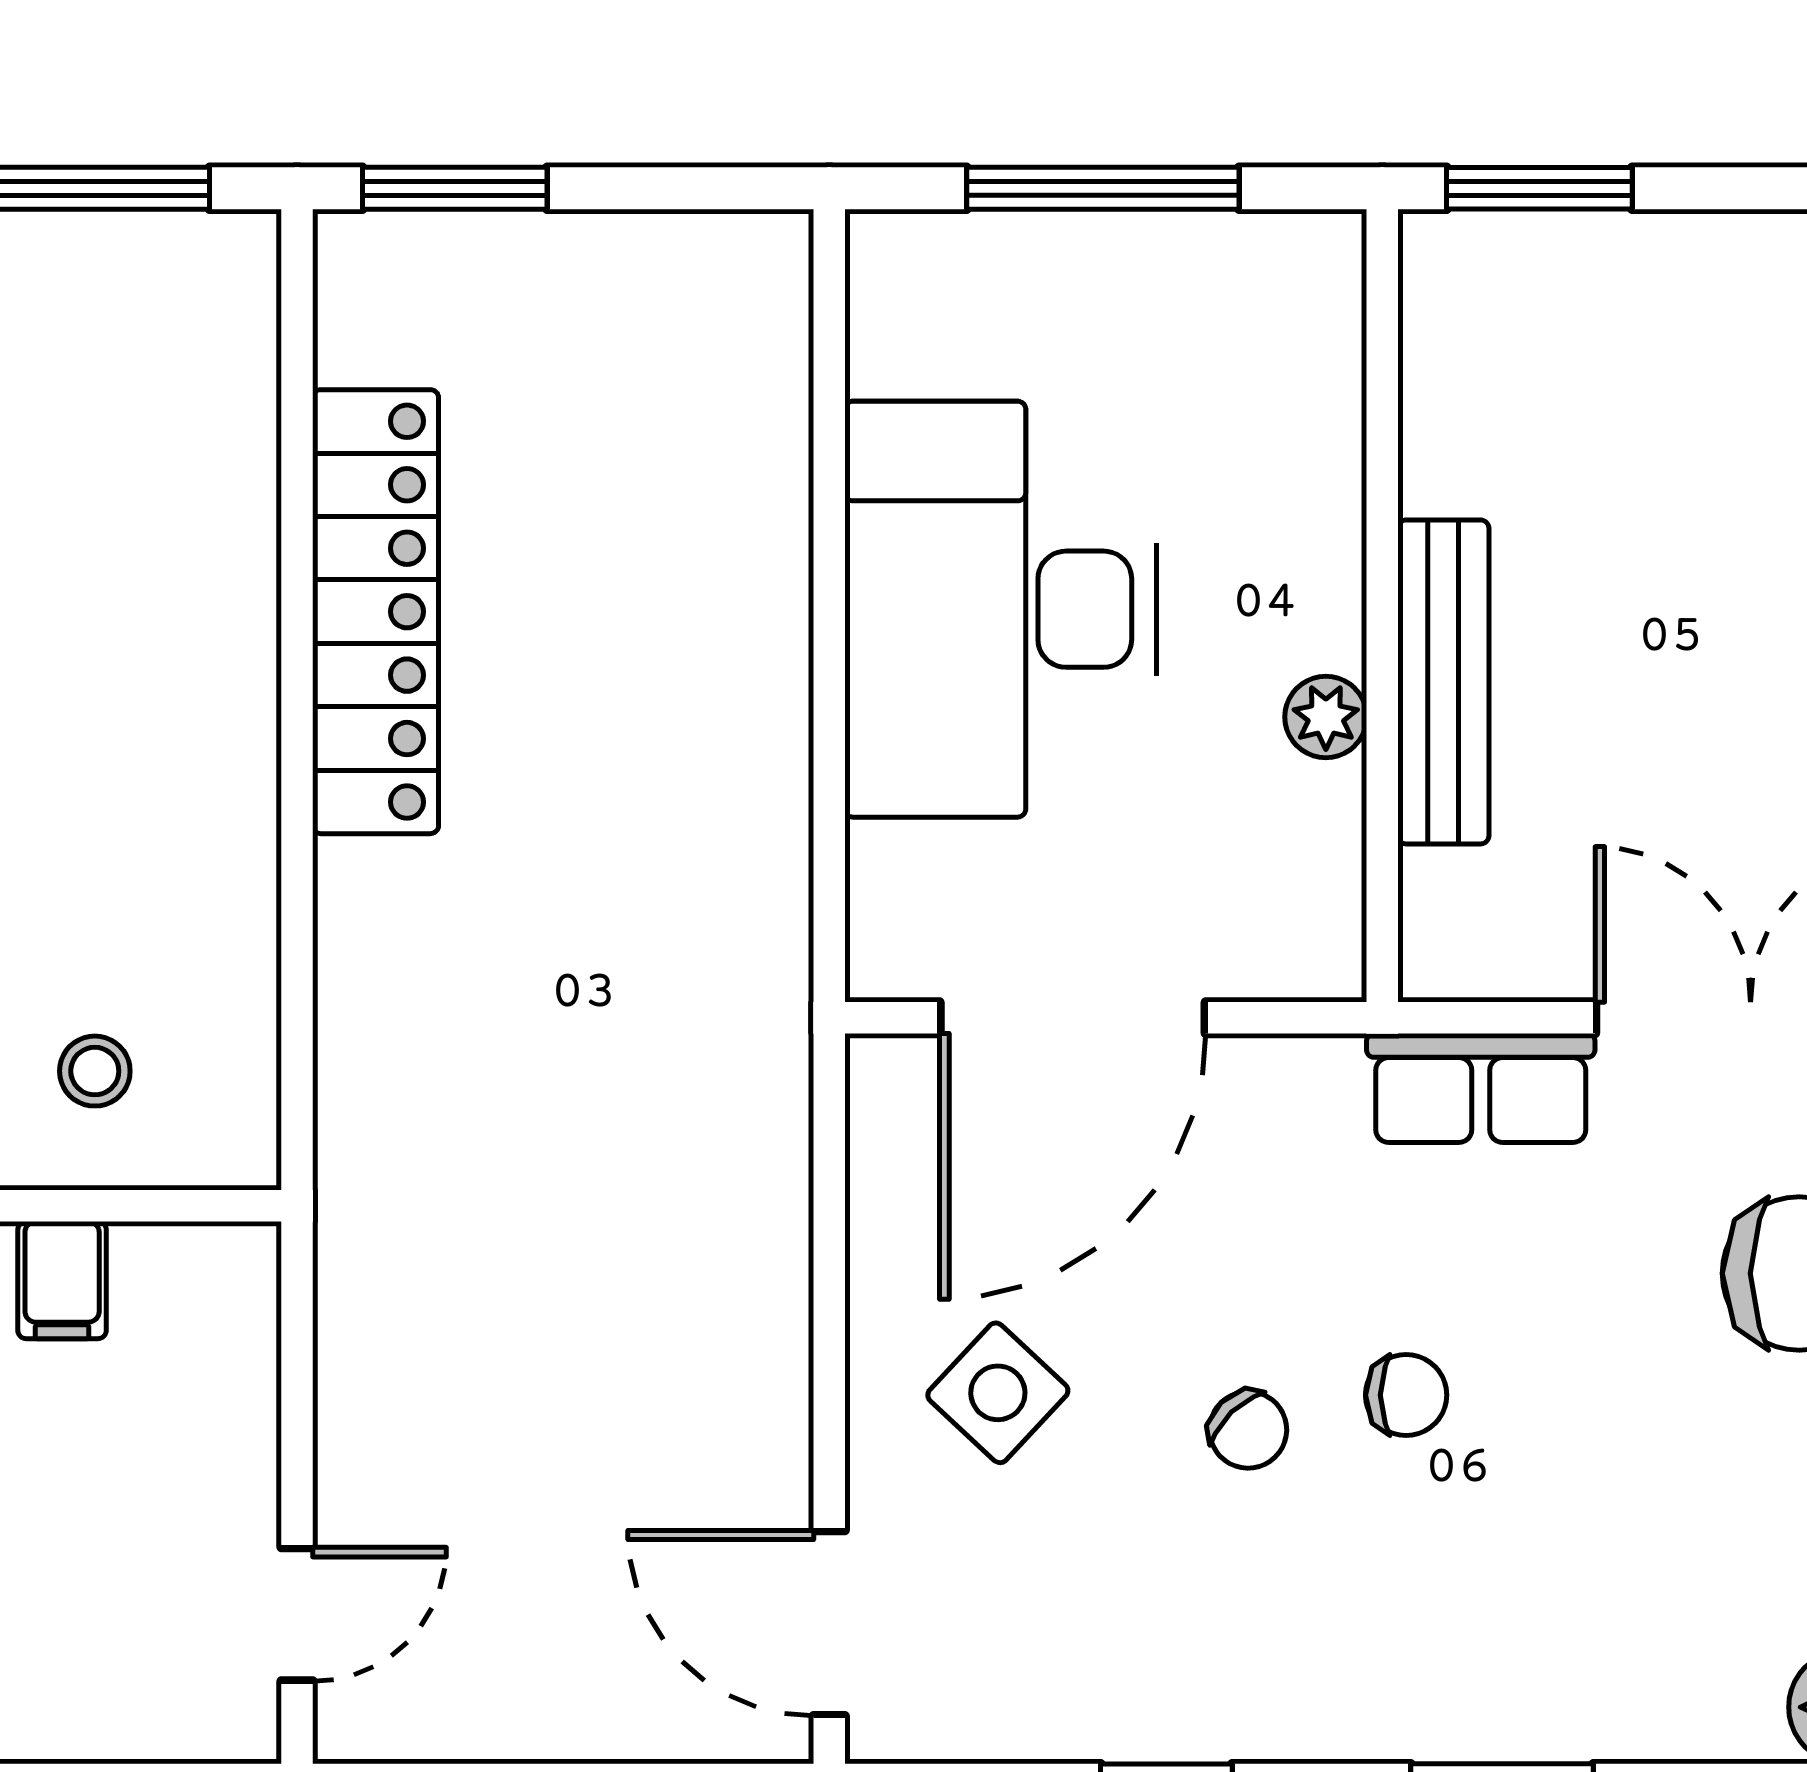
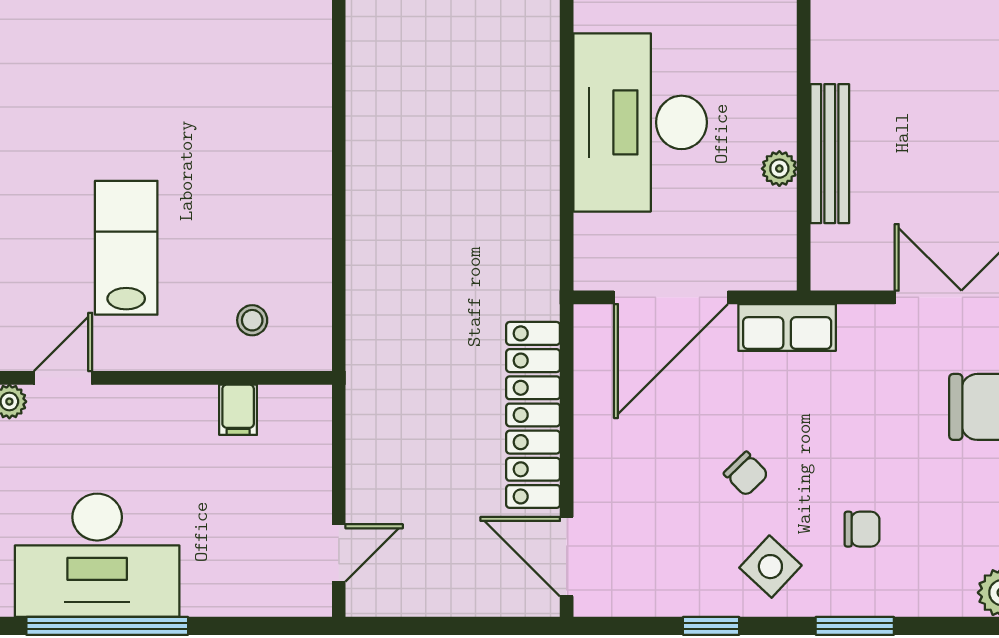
locker: (376, 612) -> (533, 415), moved, turned 180
row of seats: (1481, 1088) -> (787, 327), moved
side table: (998, 1393) -> (770, 567), moved
chair: (1406, 1395) -> (862, 529), moved

